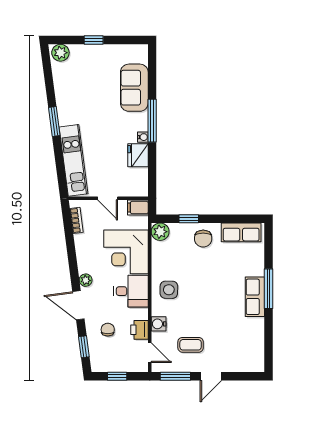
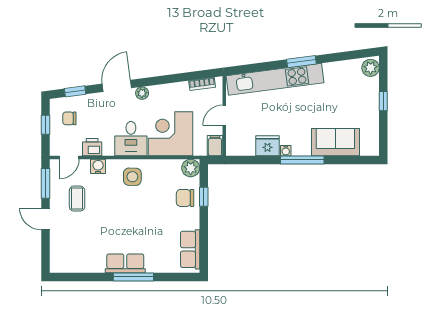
kitchen unit: (73, 160) -> (275, 79), width x1.36
chair: (203, 239) -> (185, 198), moved
chair: (108, 330) -> (69, 118), moved, turned 180

